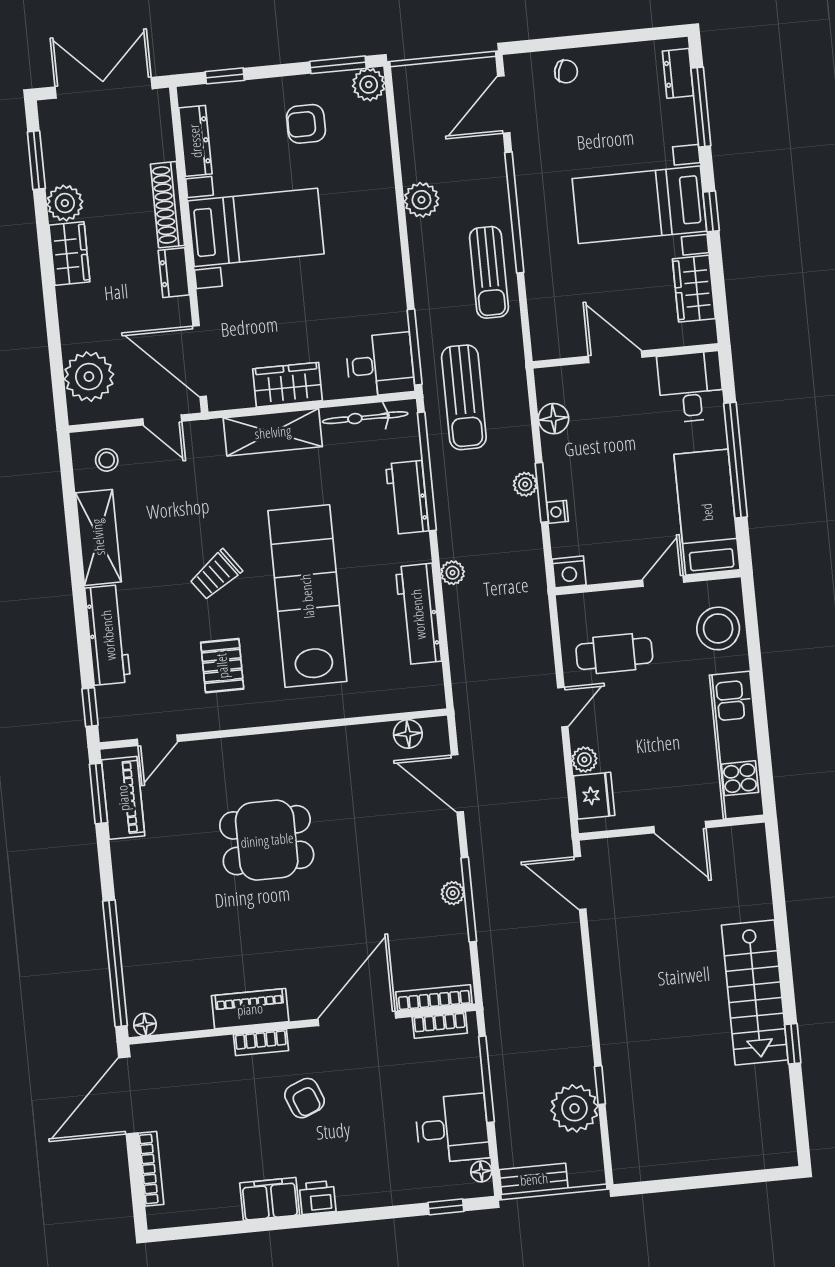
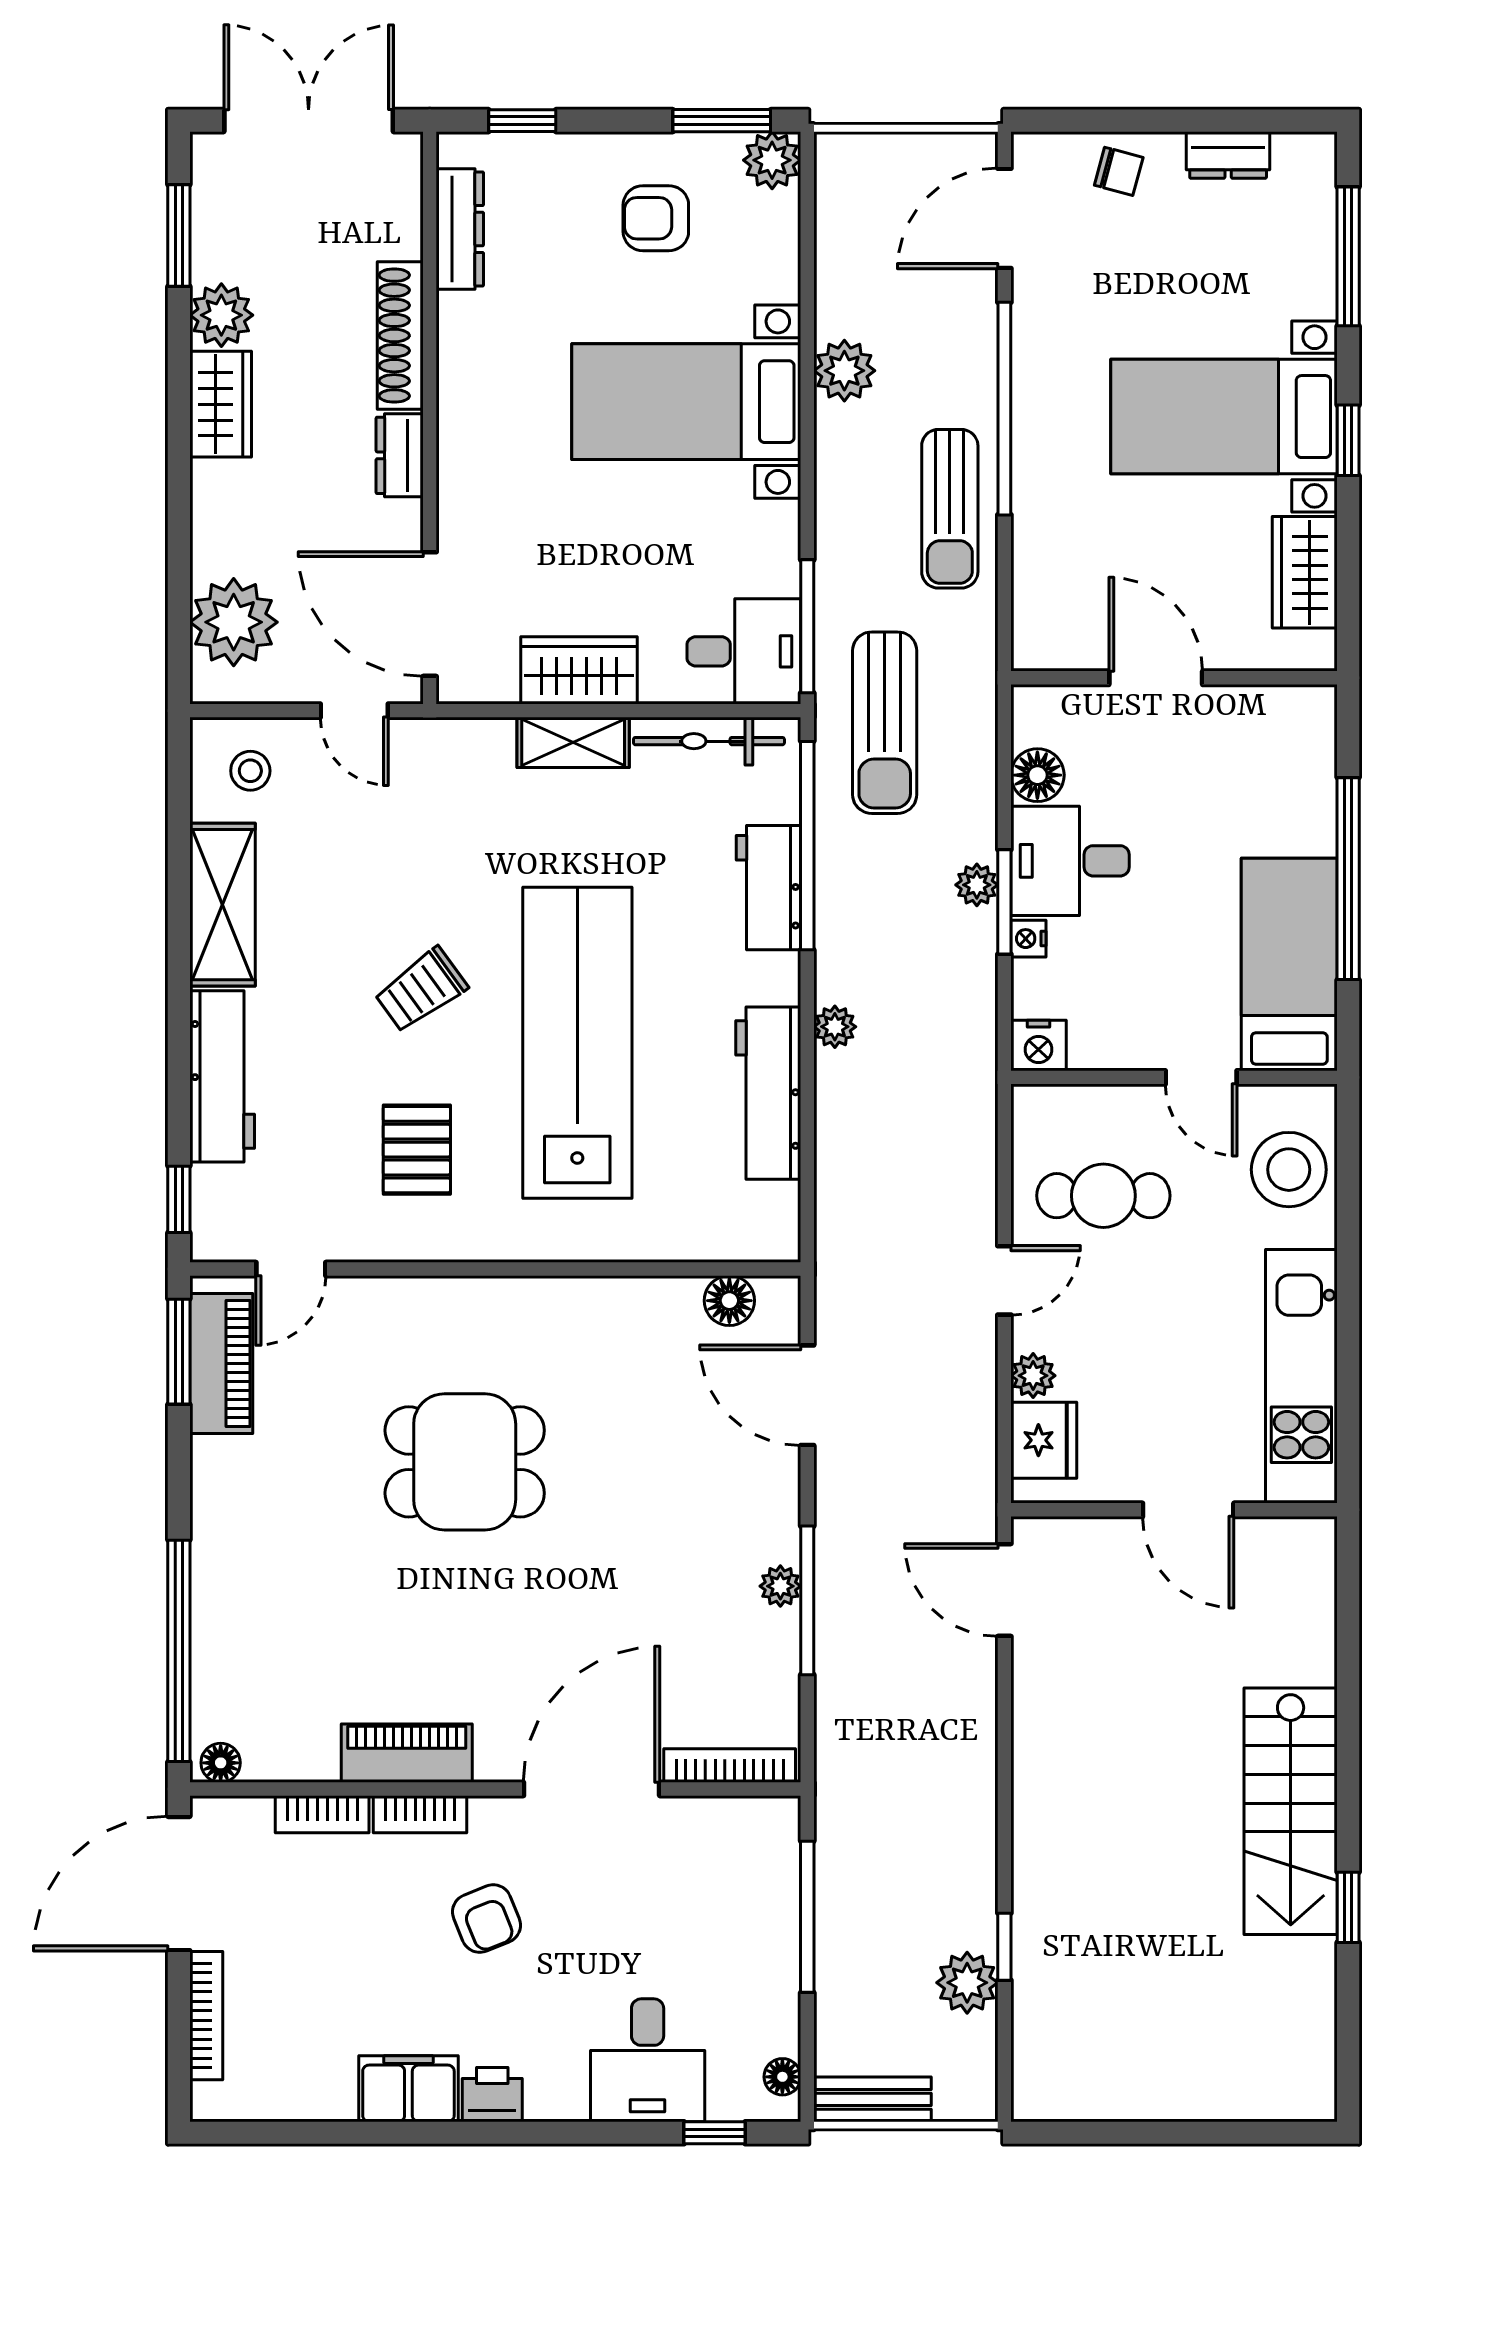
dresser: (678, 73) -> (1228, 155), moved, turned -90
bed with nightstands: (256, 227) -> (686, 402), moved, turned 180
desk: (691, 387) -> (1070, 861), moved, turned -90
shelving: (273, 432) -> (573, 742), width x0.67, depth x0.75
door: (663, 581) -> (1201, 1077), swing flipped
bookcase: (440, 1025) -> (322, 1814), moved
plant: (574, 1108) -> (967, 1983), width x0.73, depth x0.73
desk: (452, 1129) -> (648, 2060), moved, turned 90

